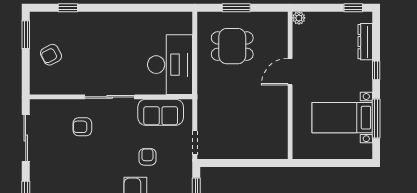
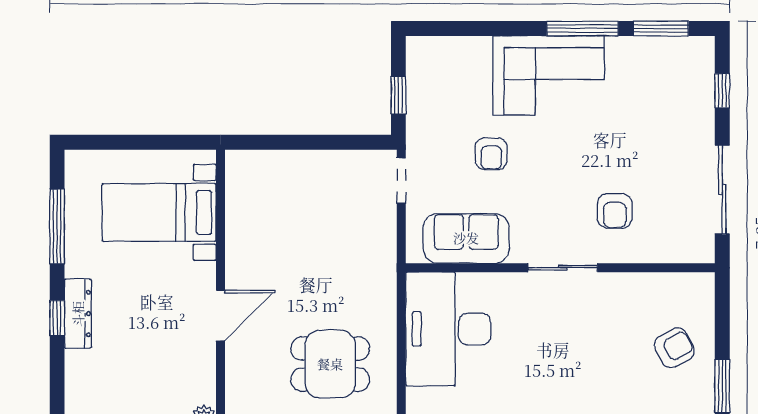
dresser: (365, 42) -> (78, 314), moved
sliding door: (110, 97) -> (563, 268), width x0.73
bed with nightstands: (342, 118) -> (159, 212), moved, turned 180
armchair: (82, 127) -> (615, 211), turned 90

